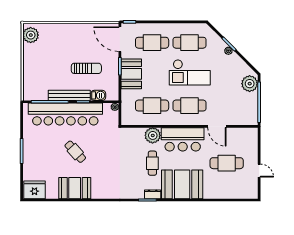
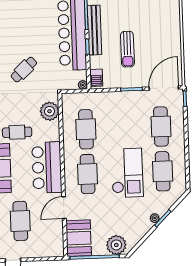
checkout: (190, 72) -> (127, 173), turned 180
booth: (131, 74) -> (79, 238), moved, turned 90
barbecue: (98, 95) -> (96, 78), moved
plant: (153, 135) -> (49, 111), moved
cafe table: (75, 152) -> (24, 70), moved

